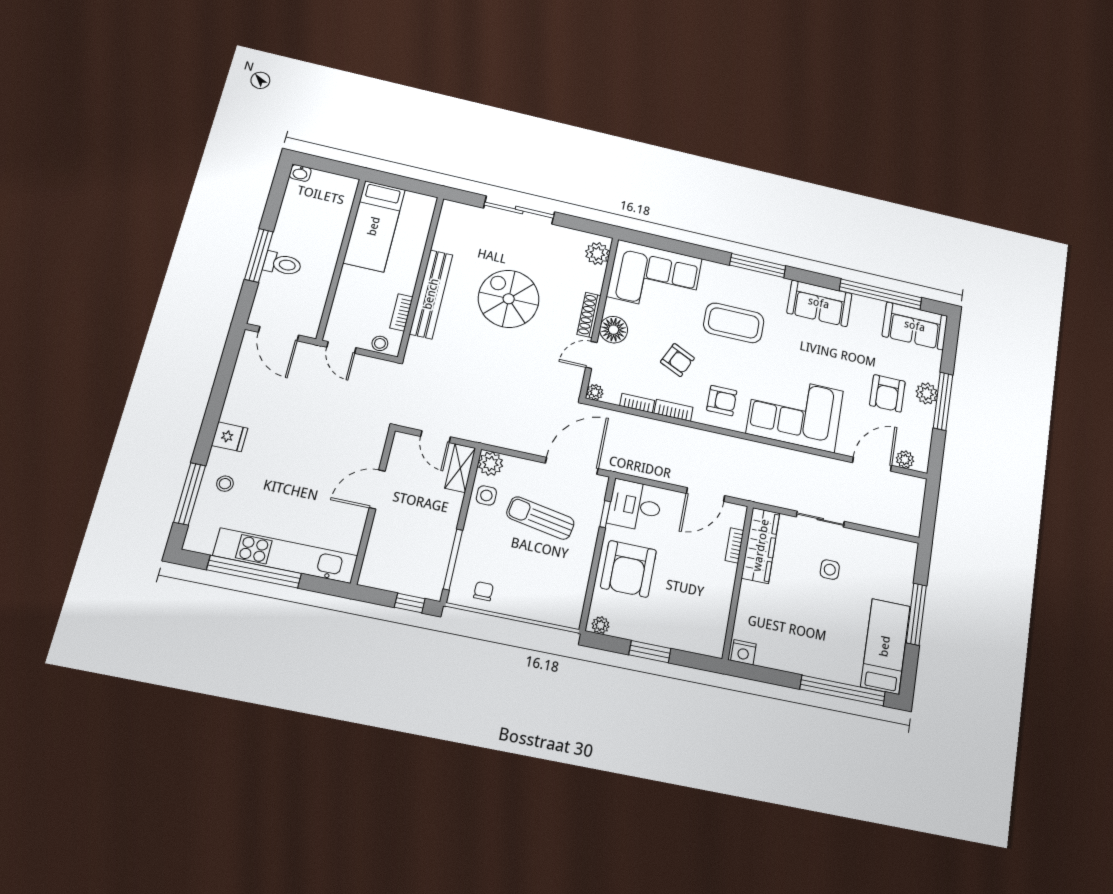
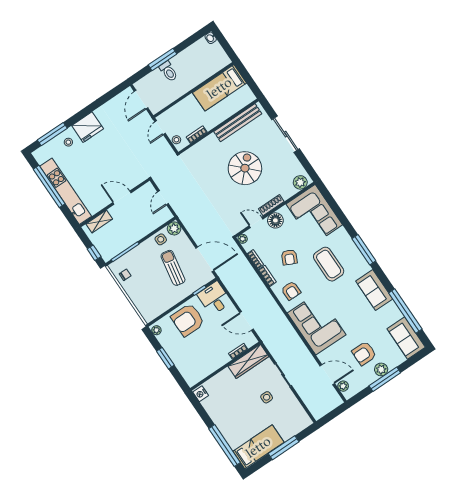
bench: (431, 294) -> (238, 123), moved
fridge: (230, 437) -> (88, 127), width x1.88, depth x1.34
shelving: (460, 468) -> (99, 221), moved

